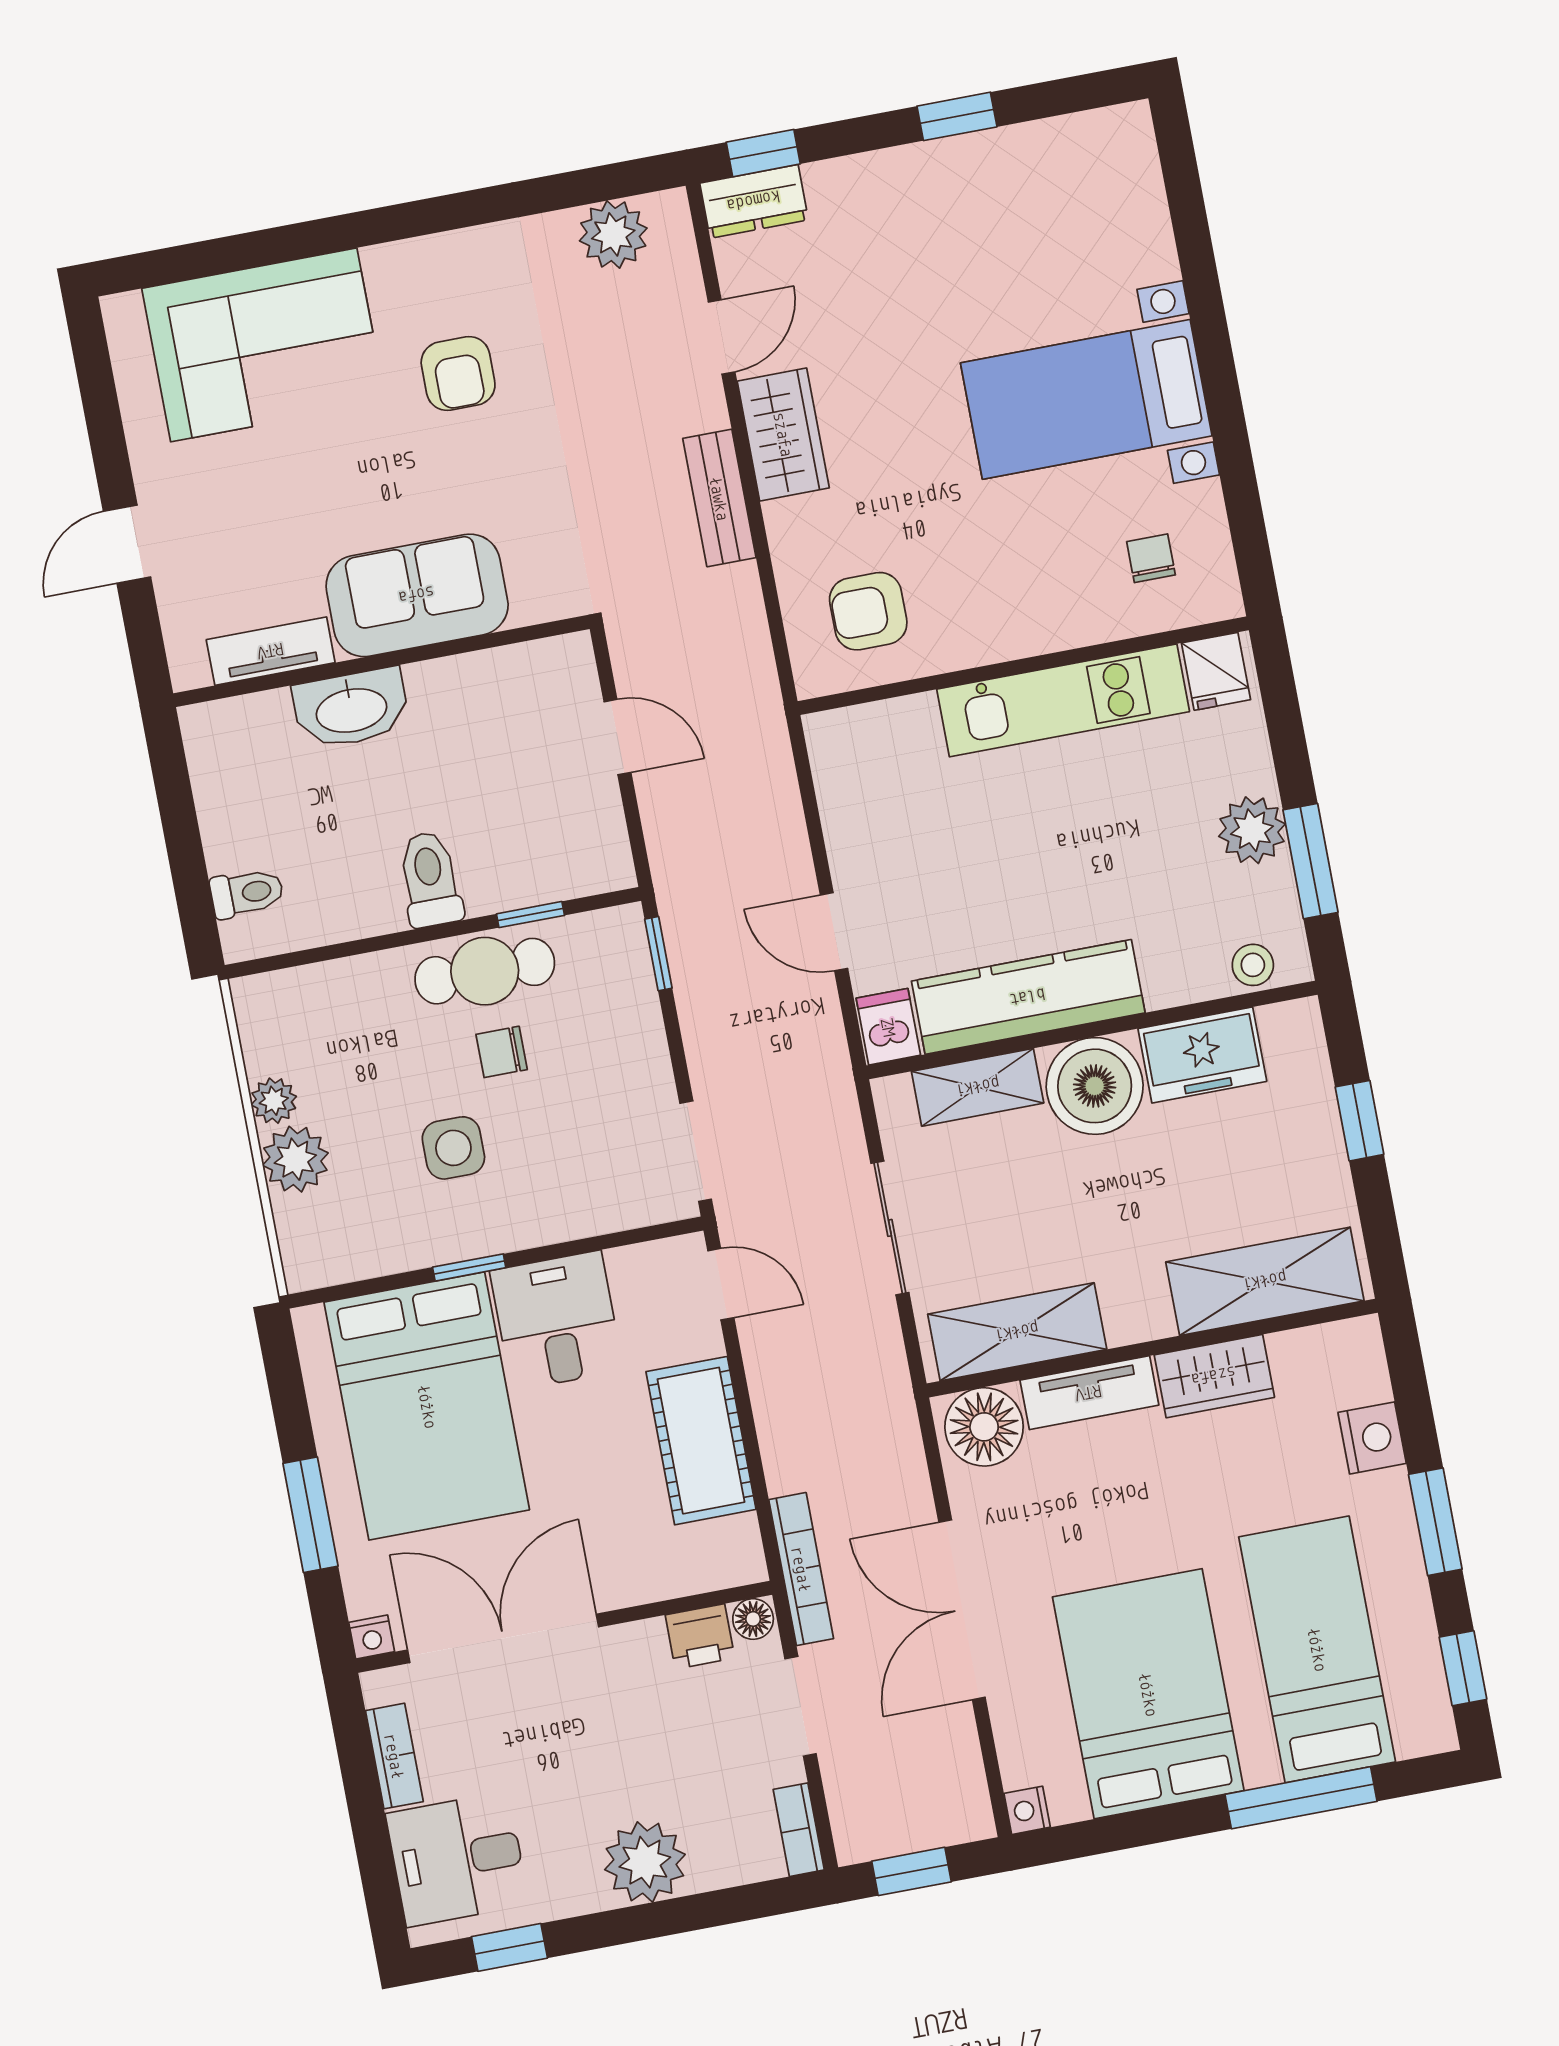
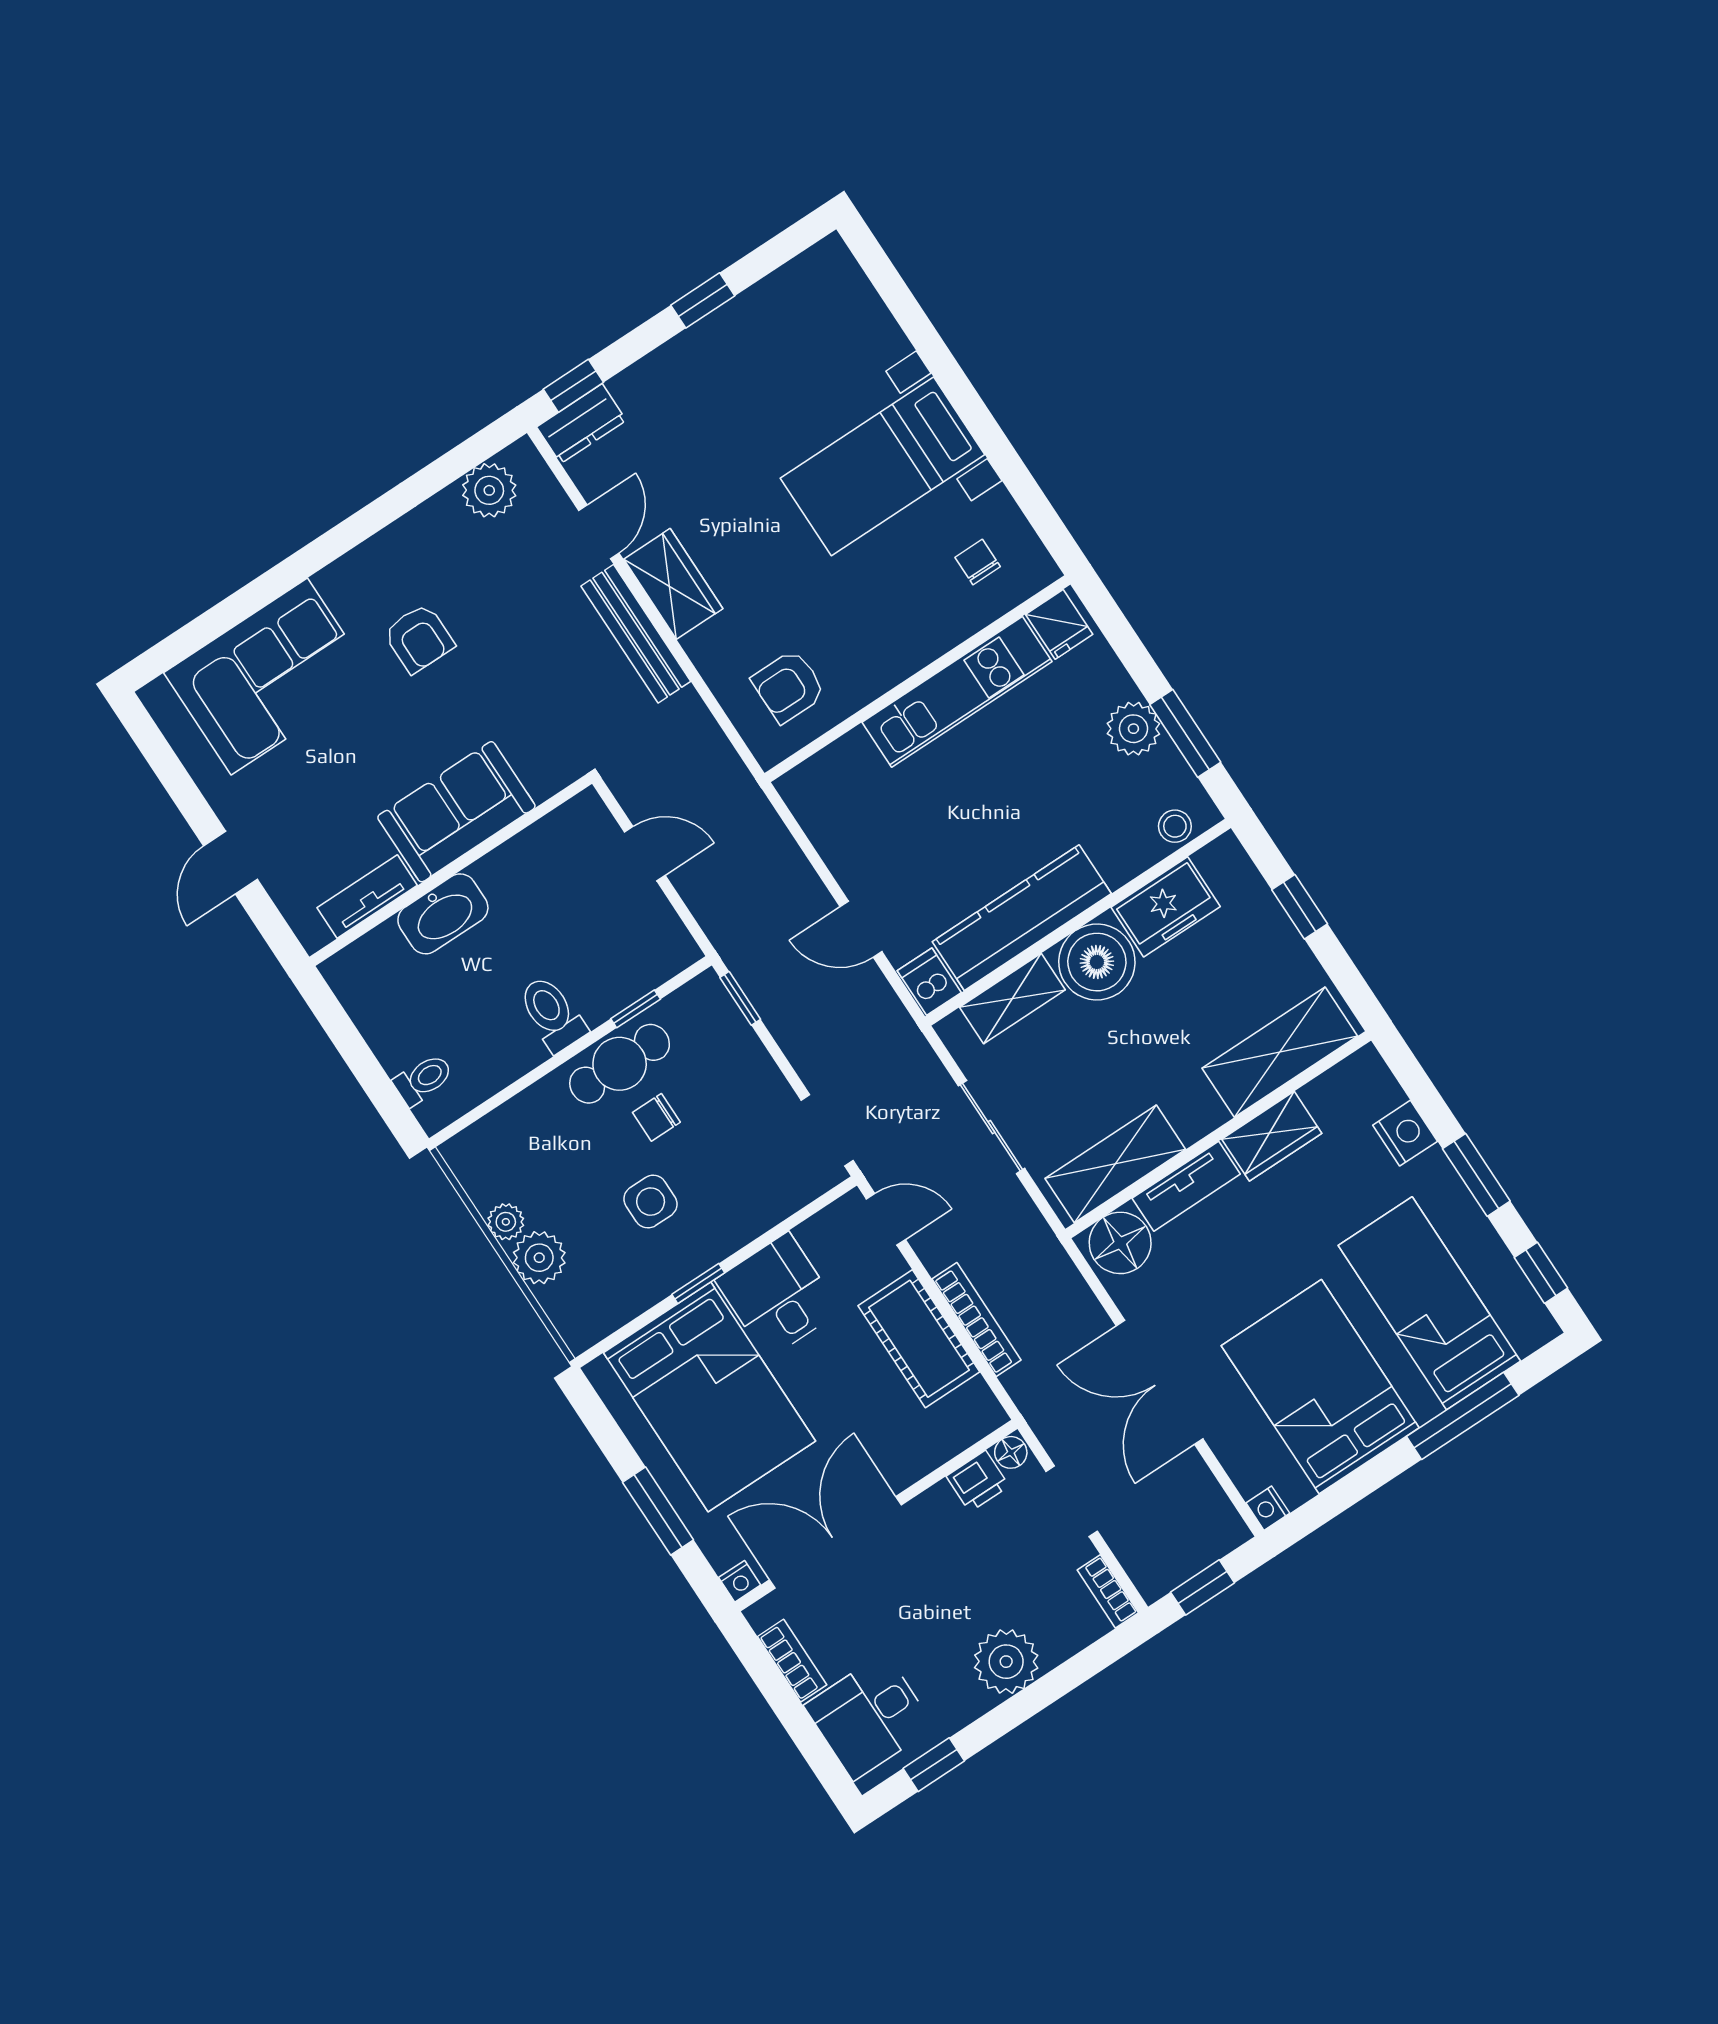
bench: (719, 498) -> (636, 634), width x1.36
bookcase: (801, 1569) -> (977, 1320), moved

